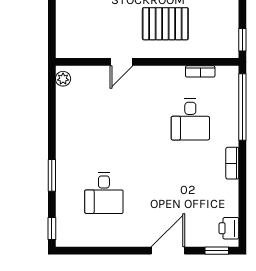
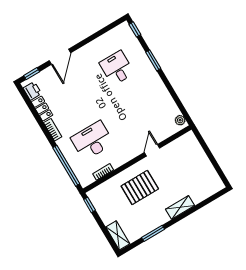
desk: (190, 119) -> (92, 141), width x1.37
locker: (230, 198) -> (42, 109), added

